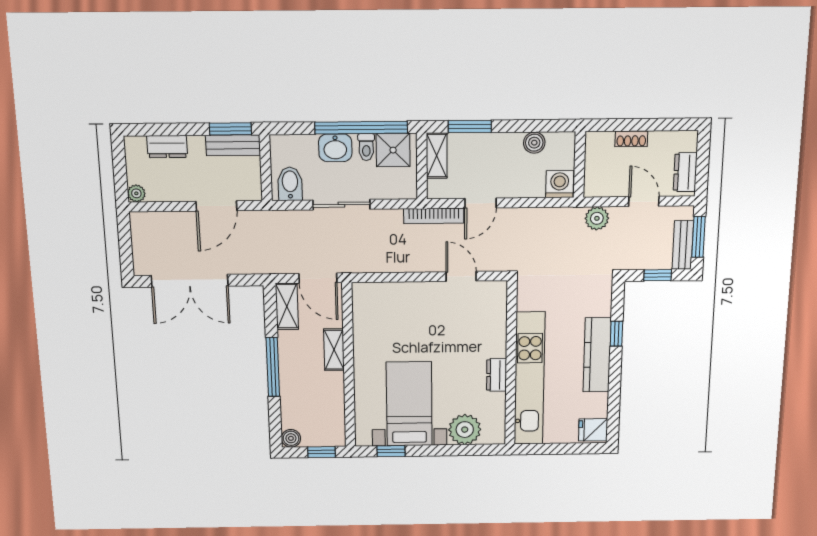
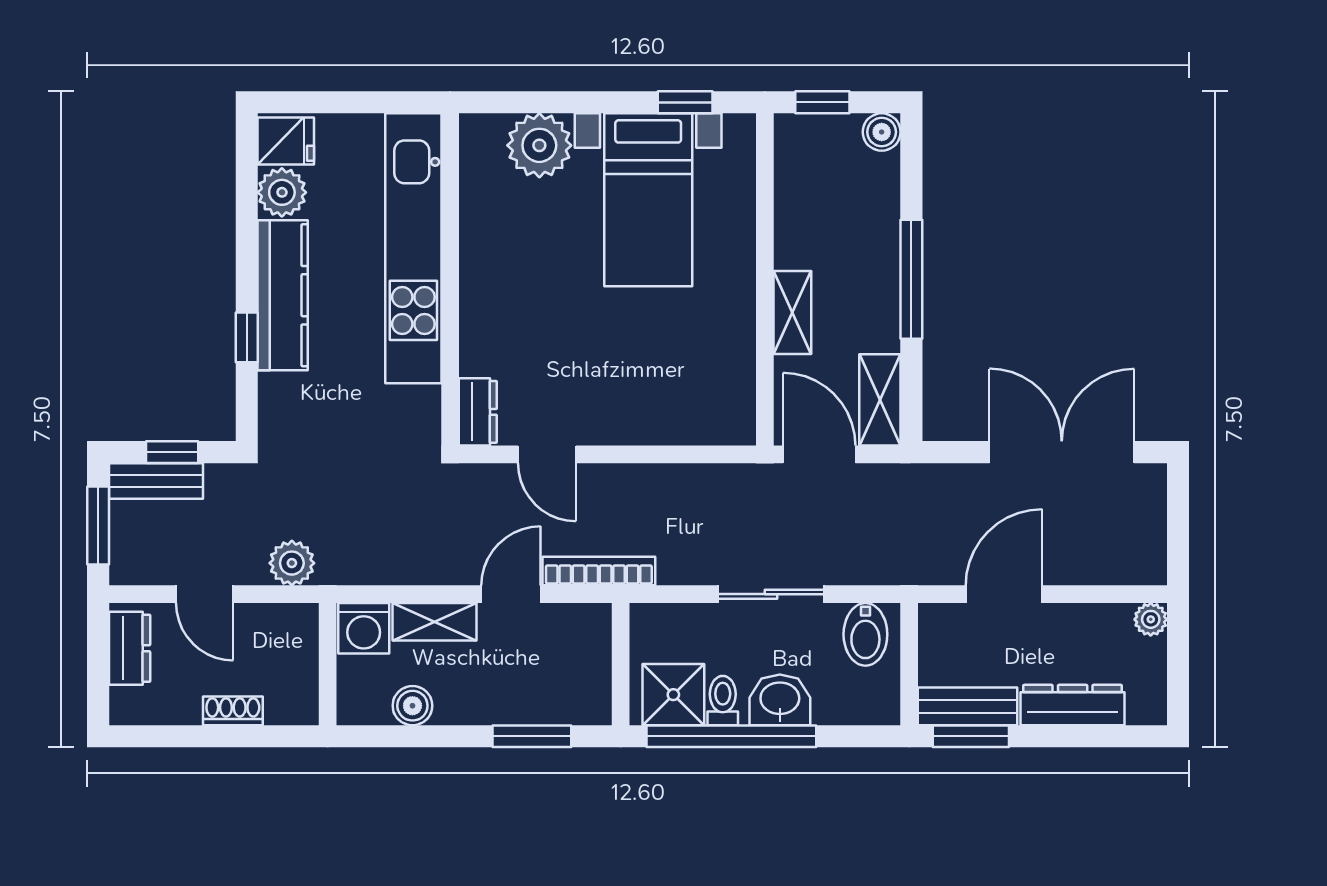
dresser: (167, 147) -> (1073, 705), width x1.44
shelving: (437, 156) -> (434, 622), moved, turned 90
bench: (683, 245) -> (156, 481), moved, turned 90
dresser: (497, 375) -> (478, 412), moved
plant: (596, 405) -> (282, 192), added

